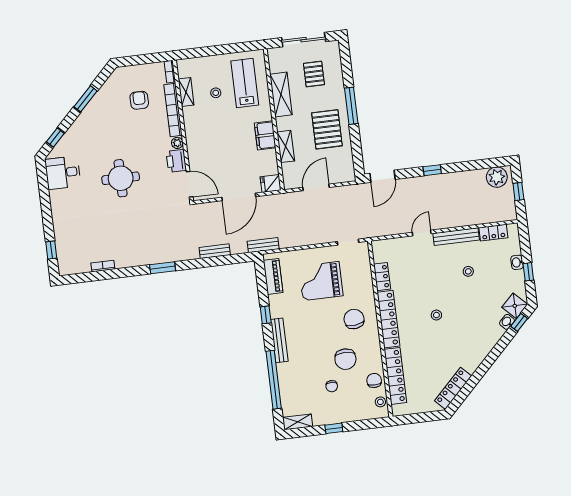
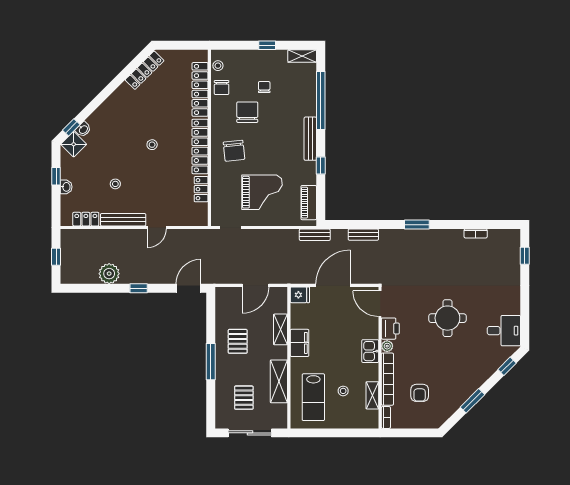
pallet: (327, 129) -> (238, 341), width x0.67, depth x0.71
kitchen sink: (194, 136) -> (370, 351), added
plant: (497, 177) -> (109, 274), moved

